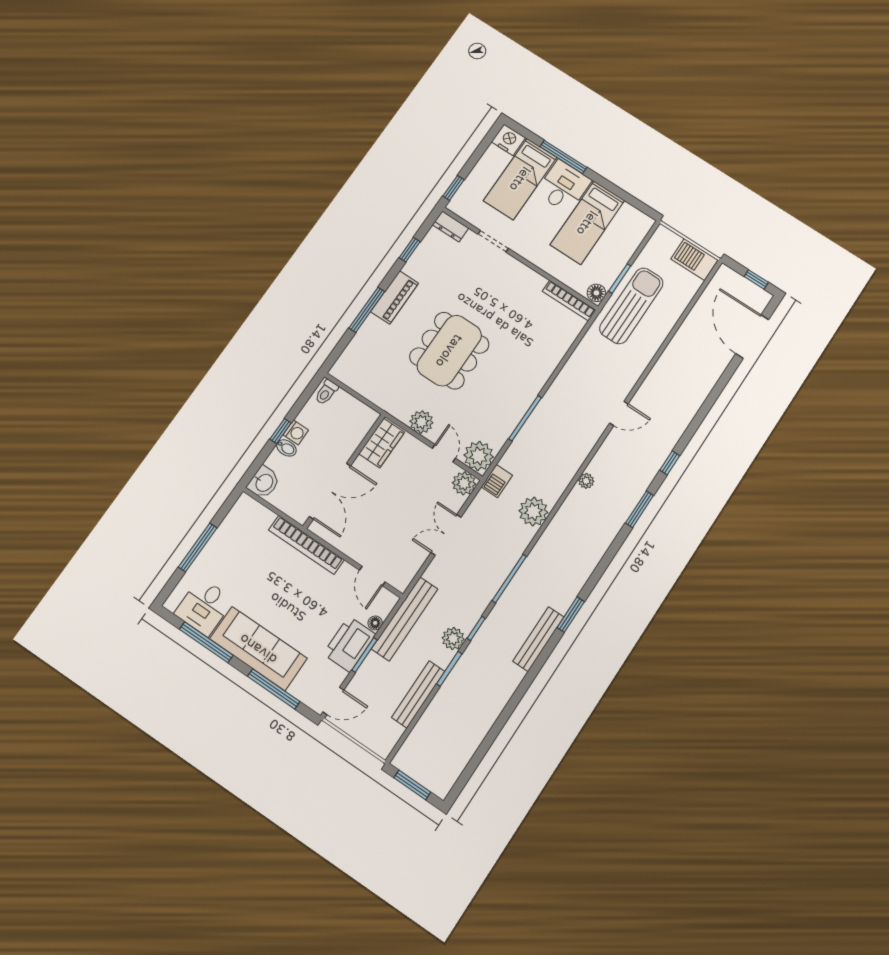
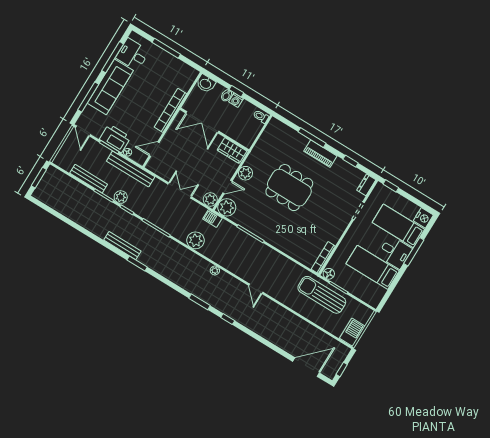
sun lounger: (631, 306) -> (322, 295), turned 180

